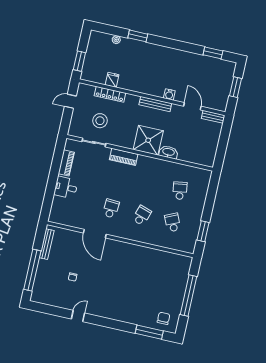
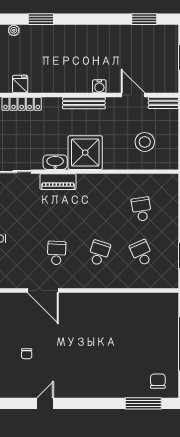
stool: (100, 121) -> (145, 142), moved
washbasin: (168, 152) -> (55, 162), moved

